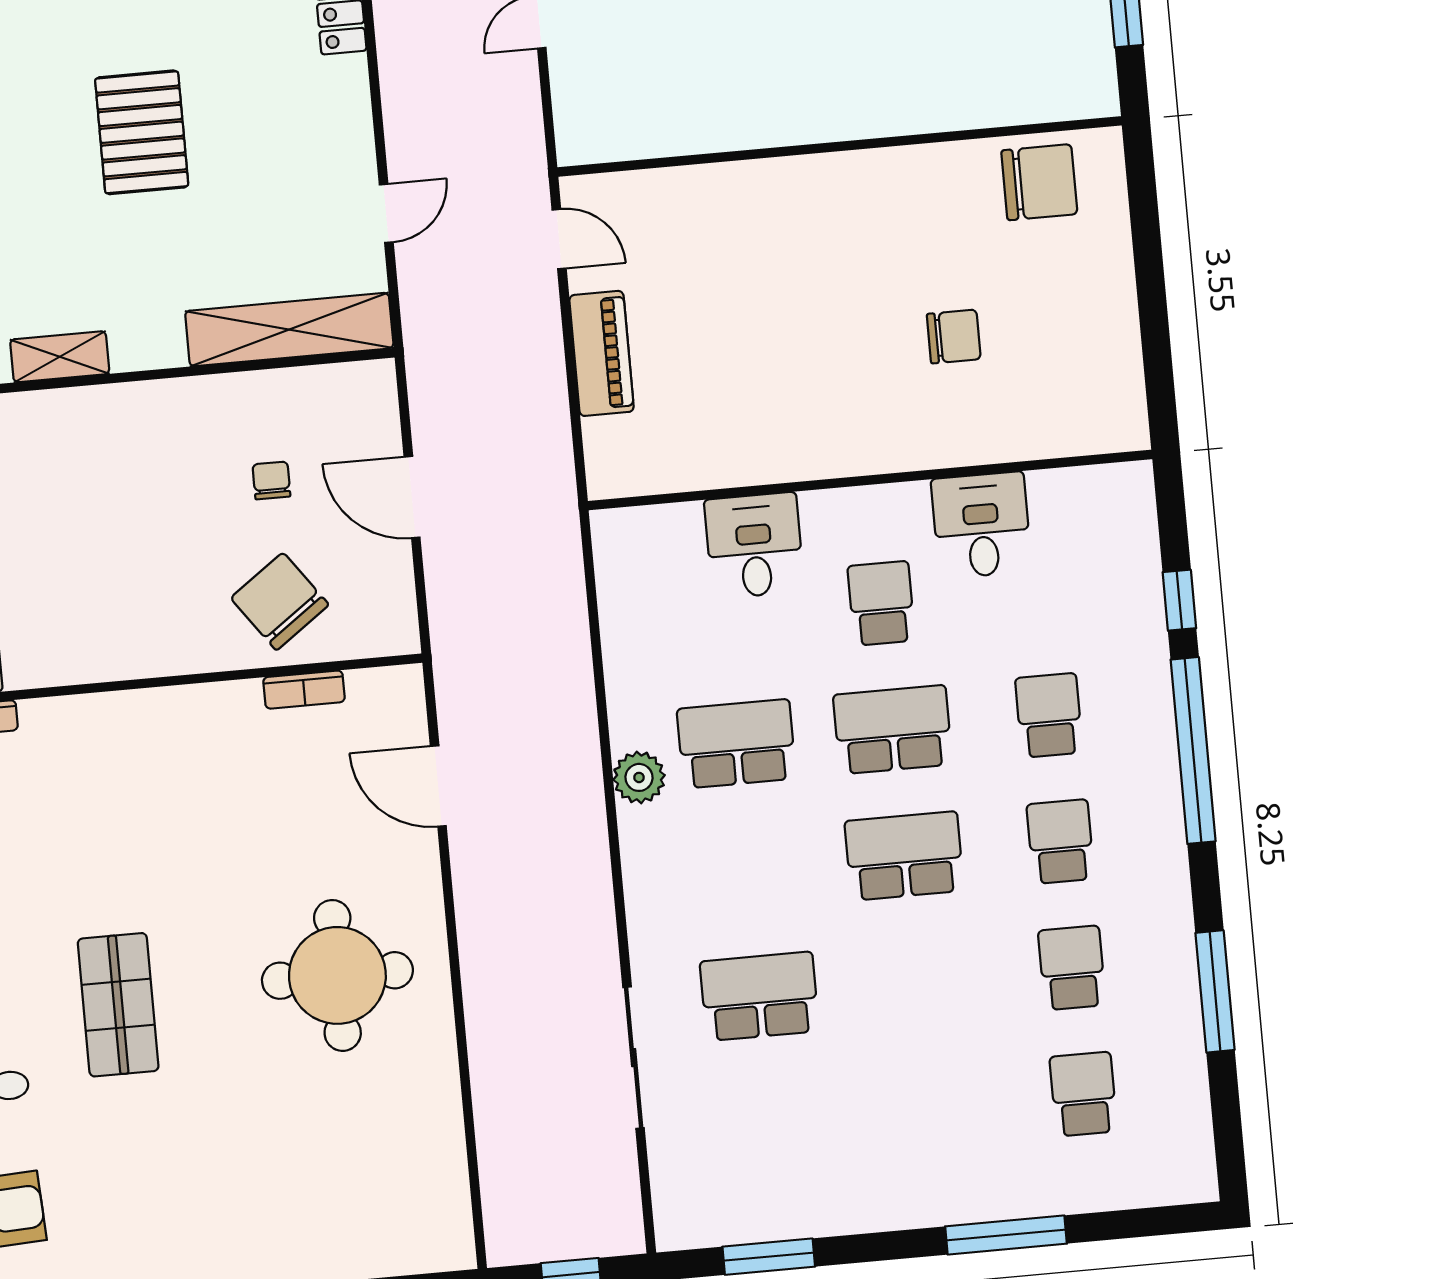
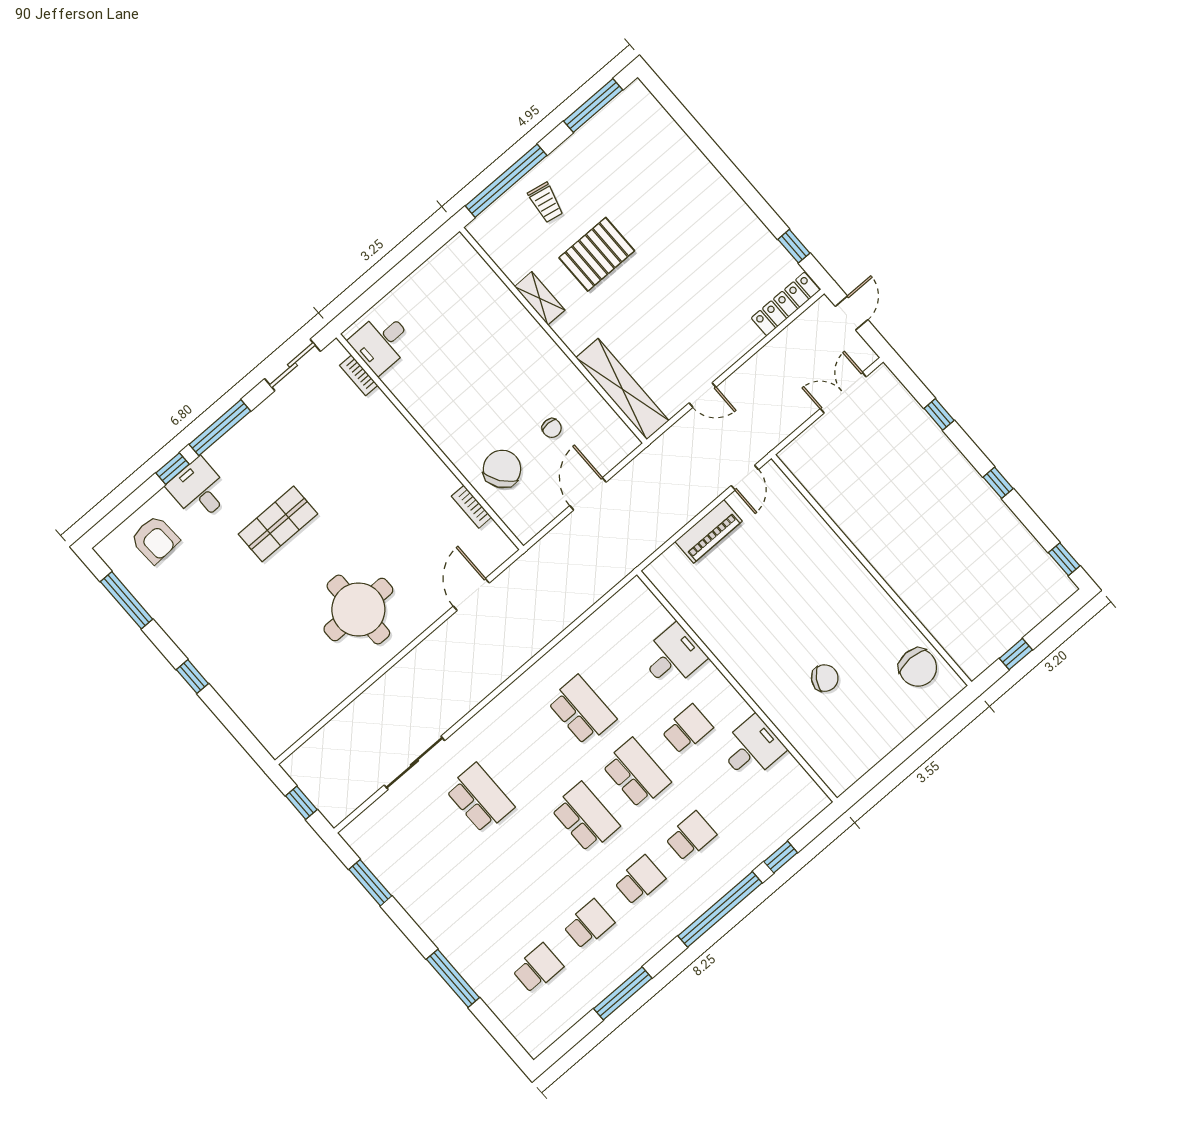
pallet: (142, 132) -> (597, 254), moved
chair: (954, 337) -> (825, 678), turned -58
chair: (271, 480) -> (552, 428), turned 90
plant: (639, 777) -> (537, 679), removed

